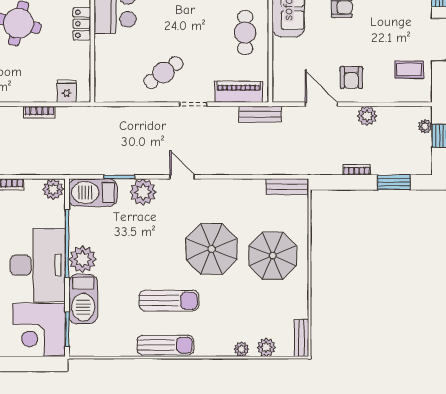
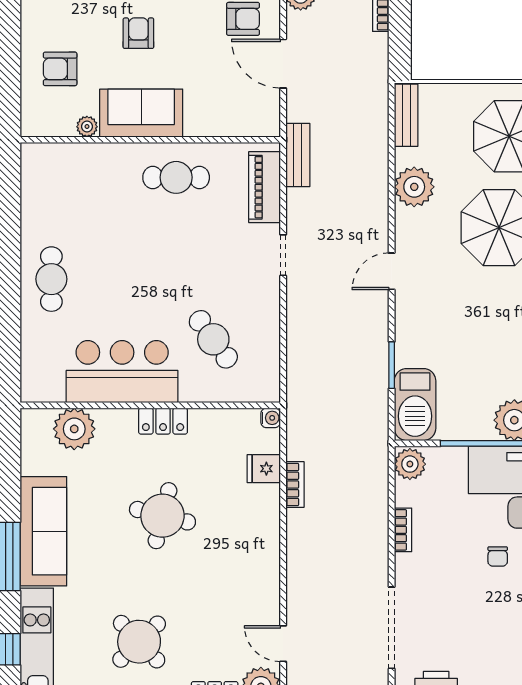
cafe table: (163, 73) -> (213, 339), moved
fridge: (67, 91) -> (264, 469), moved
water cooler: (84, 96) -> (271, 418), added
door: (321, 104) -> (283, 64), hinge flipped
plant: (143, 192) -> (414, 187), moved

